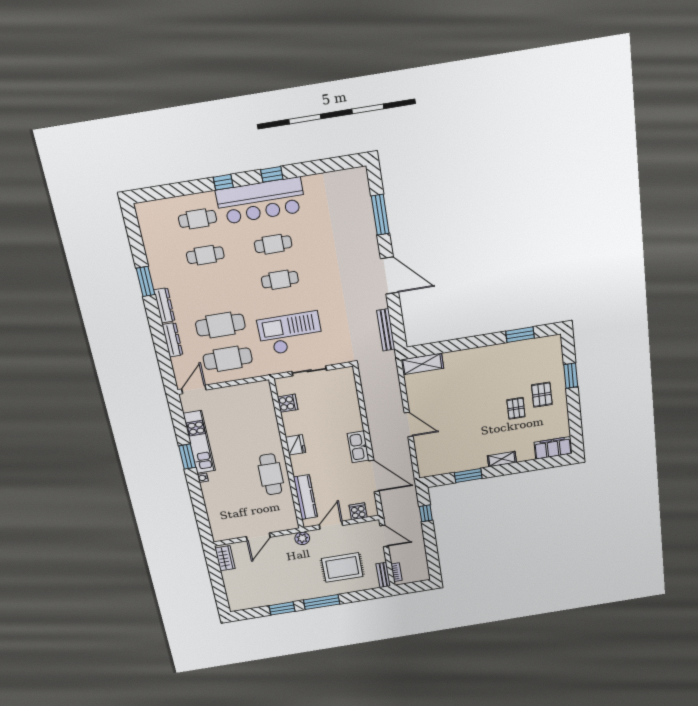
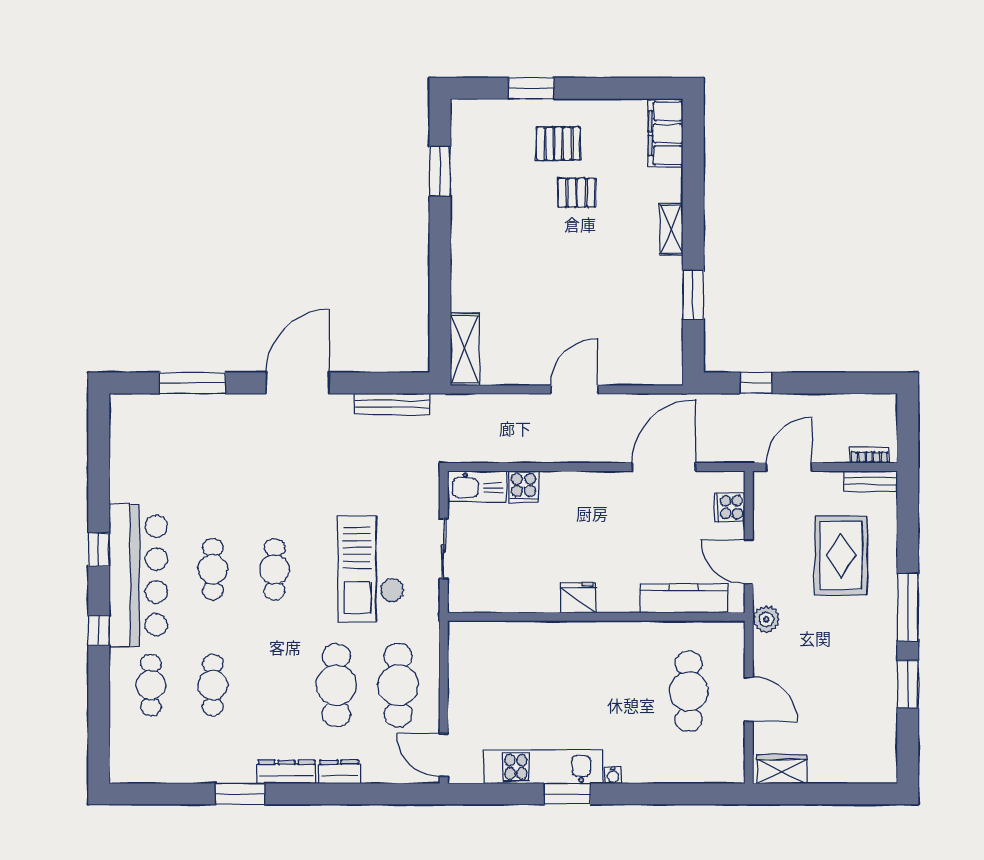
dresser: (172, 340) -> (339, 772), width x0.70
cooker: (288, 403) -> (524, 487), moved, turned 180
kitchen sink: (358, 447) -> (477, 486), moved
cafe table: (271, 474) -> (689, 691), moved, turned 90

